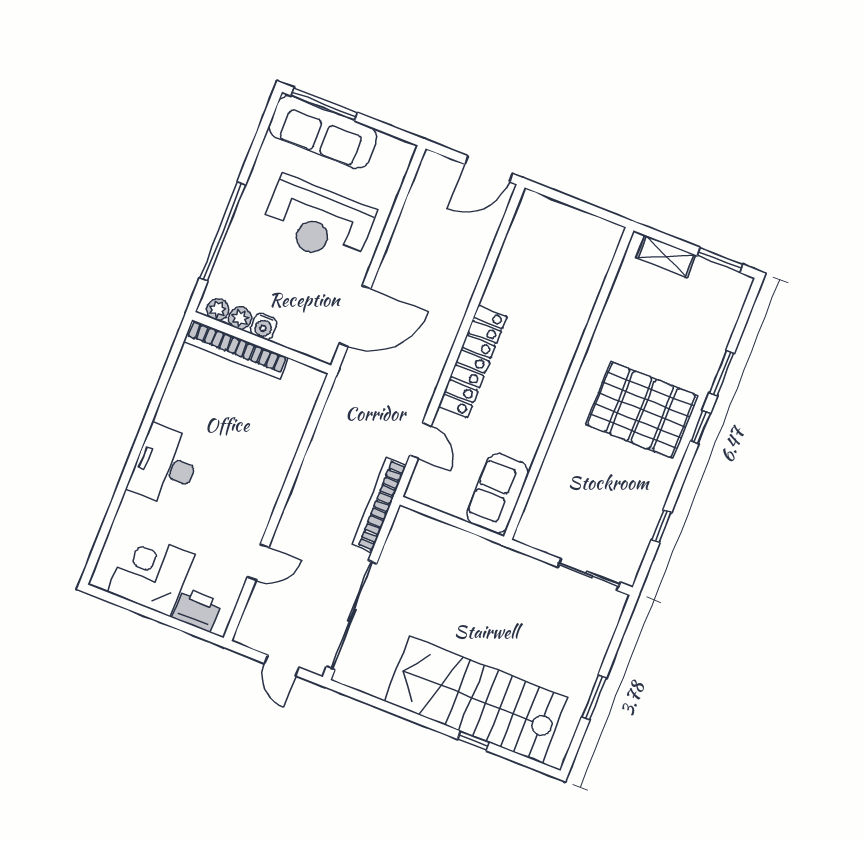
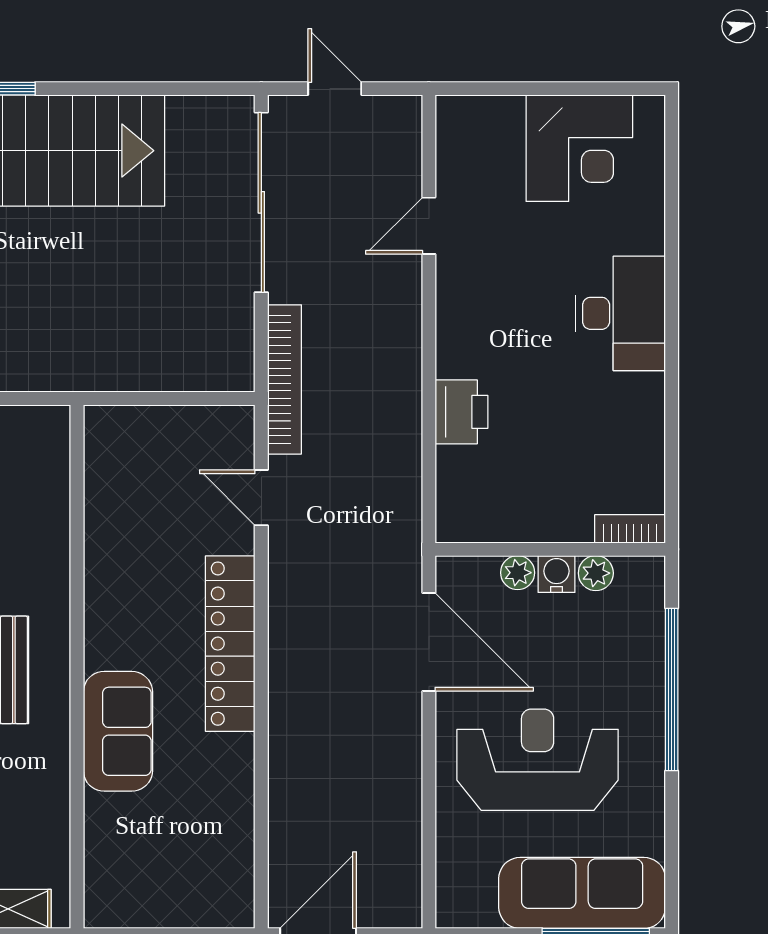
plant: (218, 309) -> (518, 573), moved
door: (355, 316) -> (429, 642), swing flipped
bookcase: (236, 350) -> (630, 529), width x0.43, depth x0.76
sofa: (498, 493) -> (118, 731), moved
printer: (197, 610) -> (461, 412), moved, turned -90

